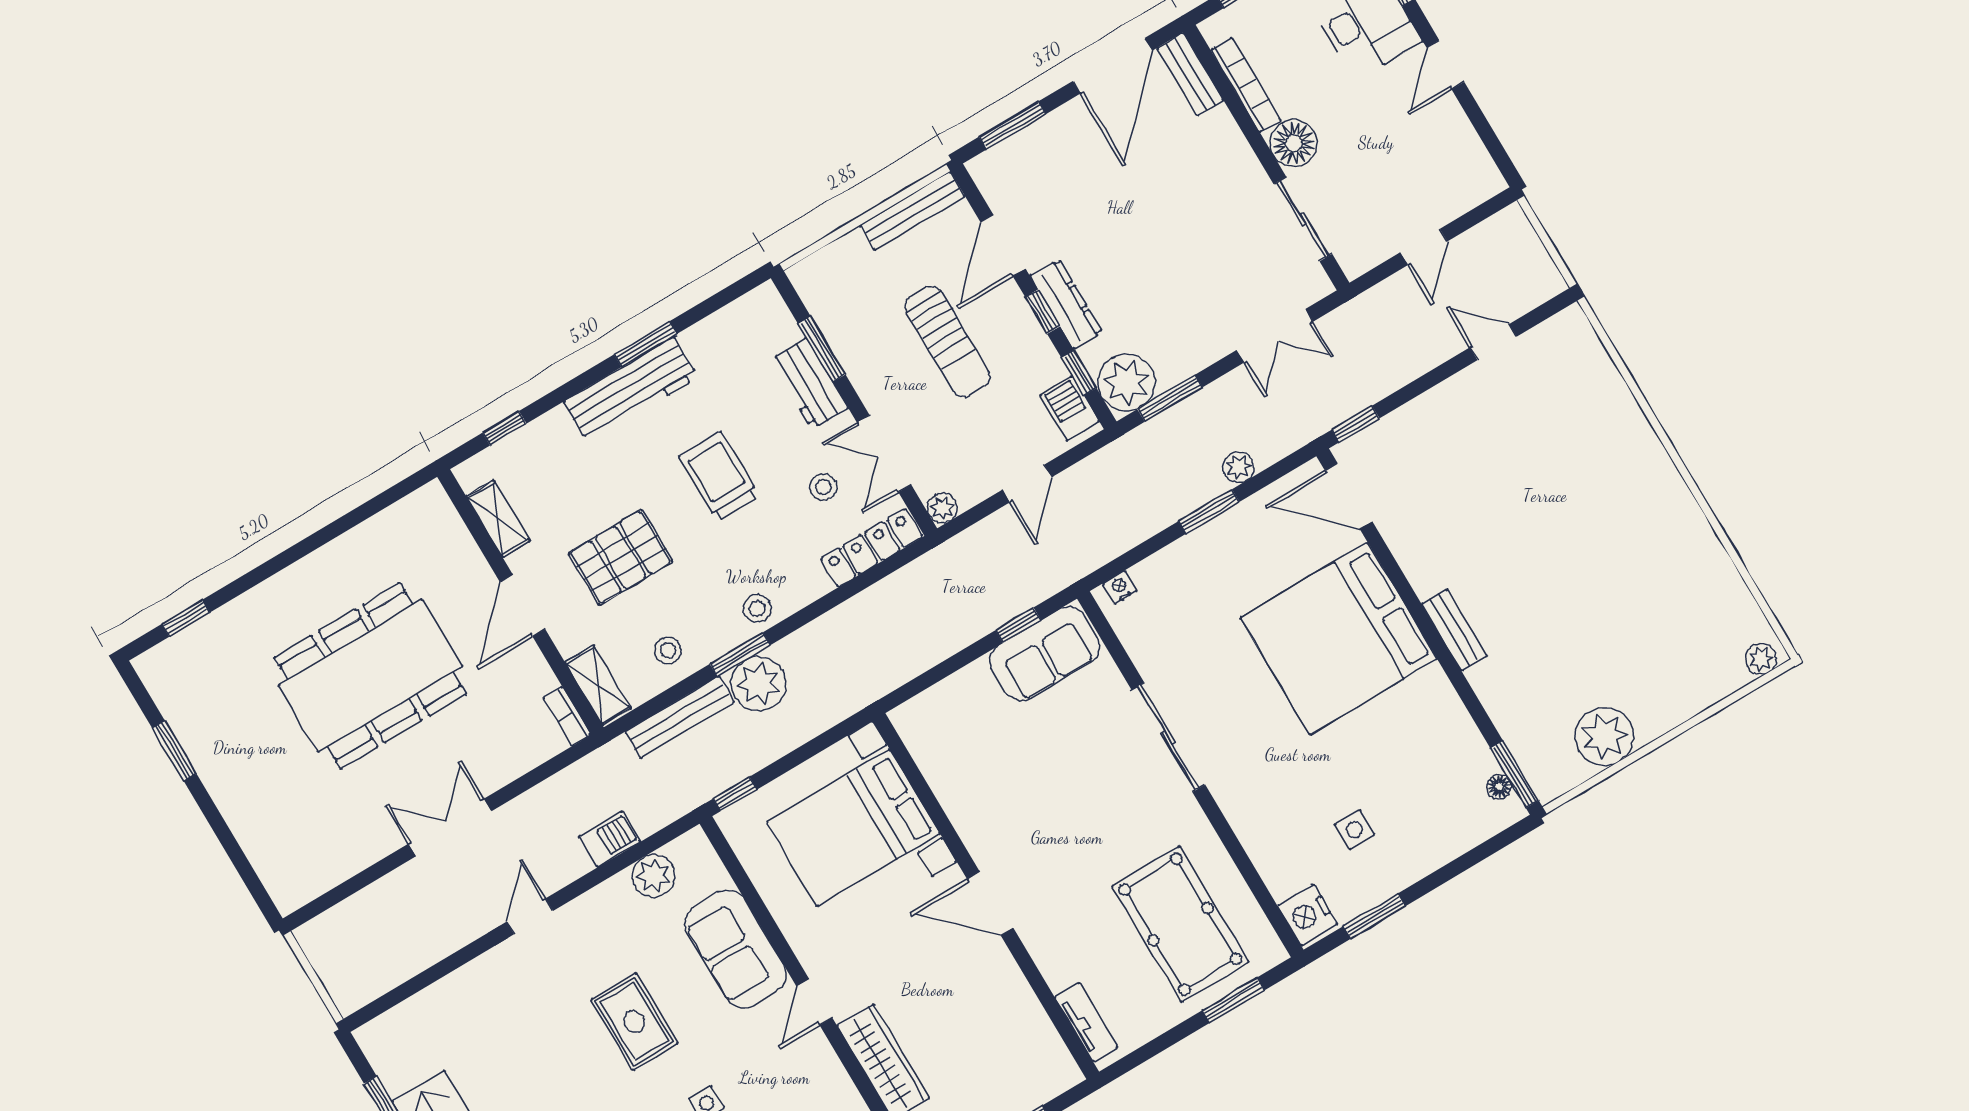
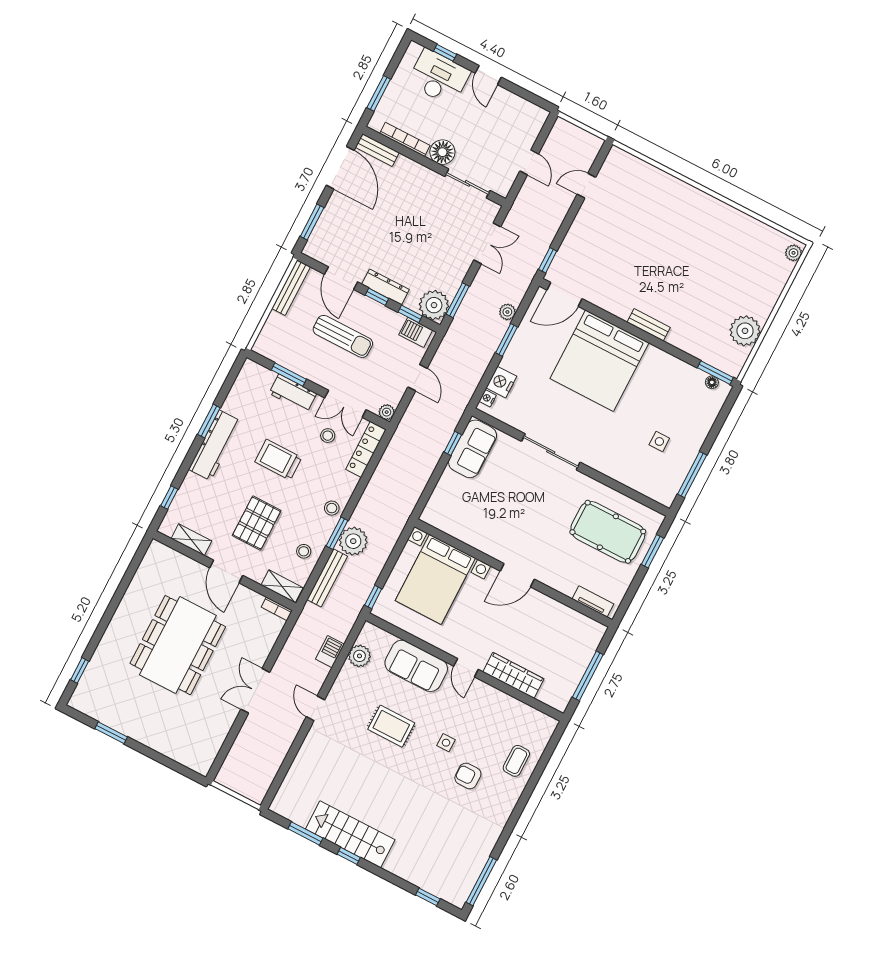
nightstand: (1307, 915) -> (501, 382), moved, turned 90
window: (1374, 916) -> (692, 475), width x1.44

